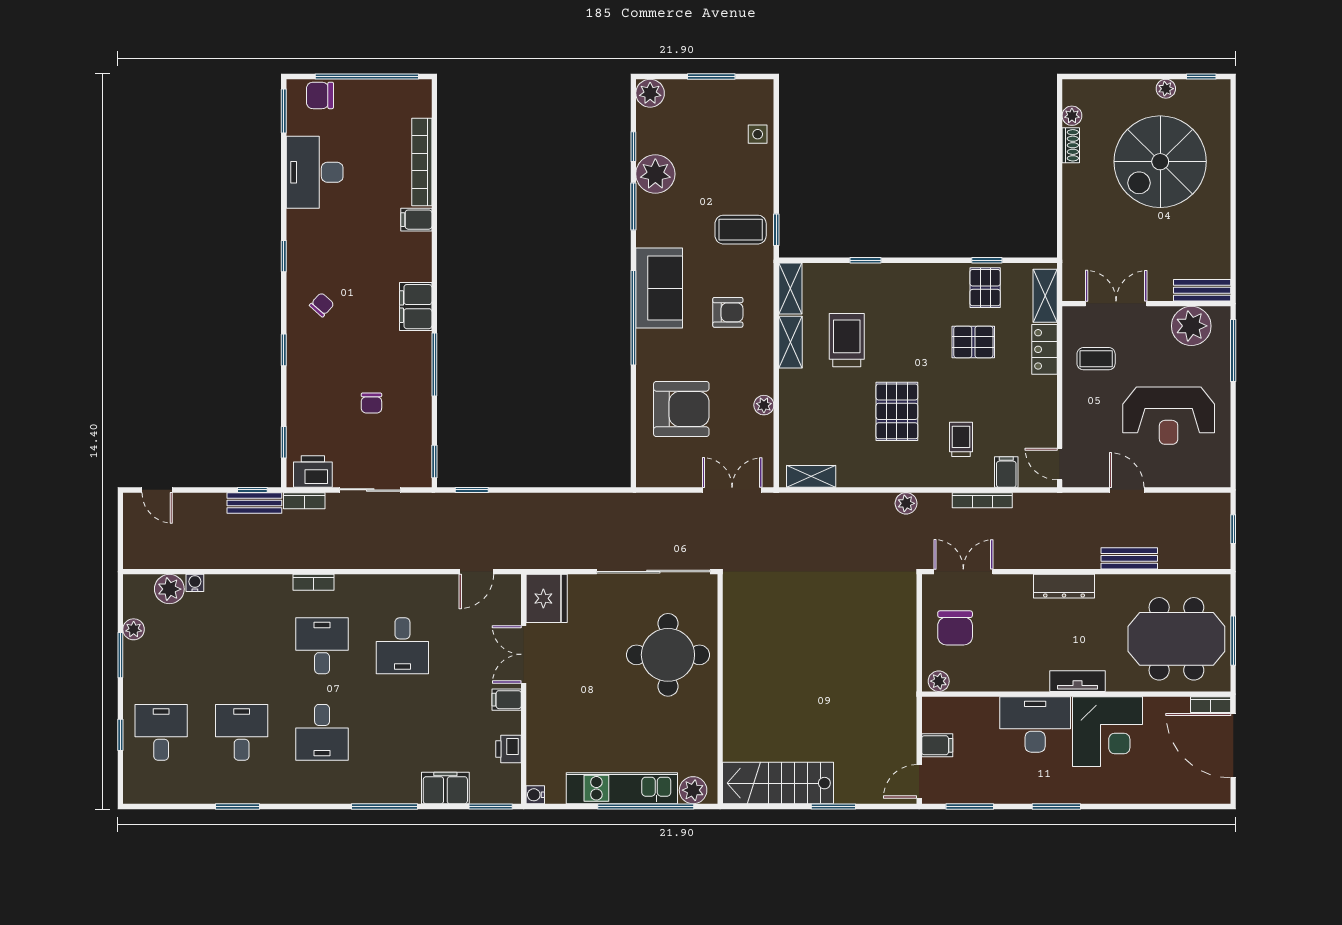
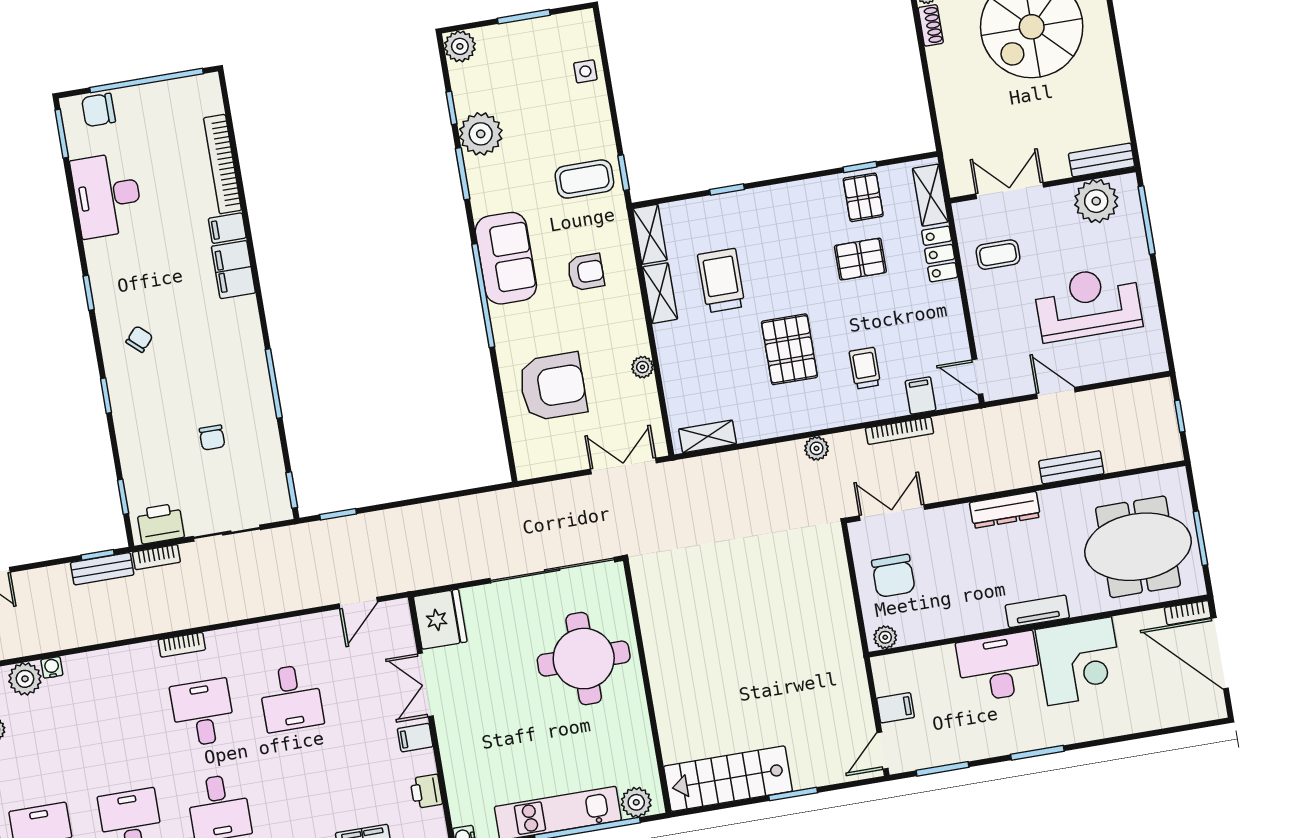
filing cabinet: (416, 307) -> (233, 270), moved
reception desk: (1169, 416) -> (1088, 304), turned 180

